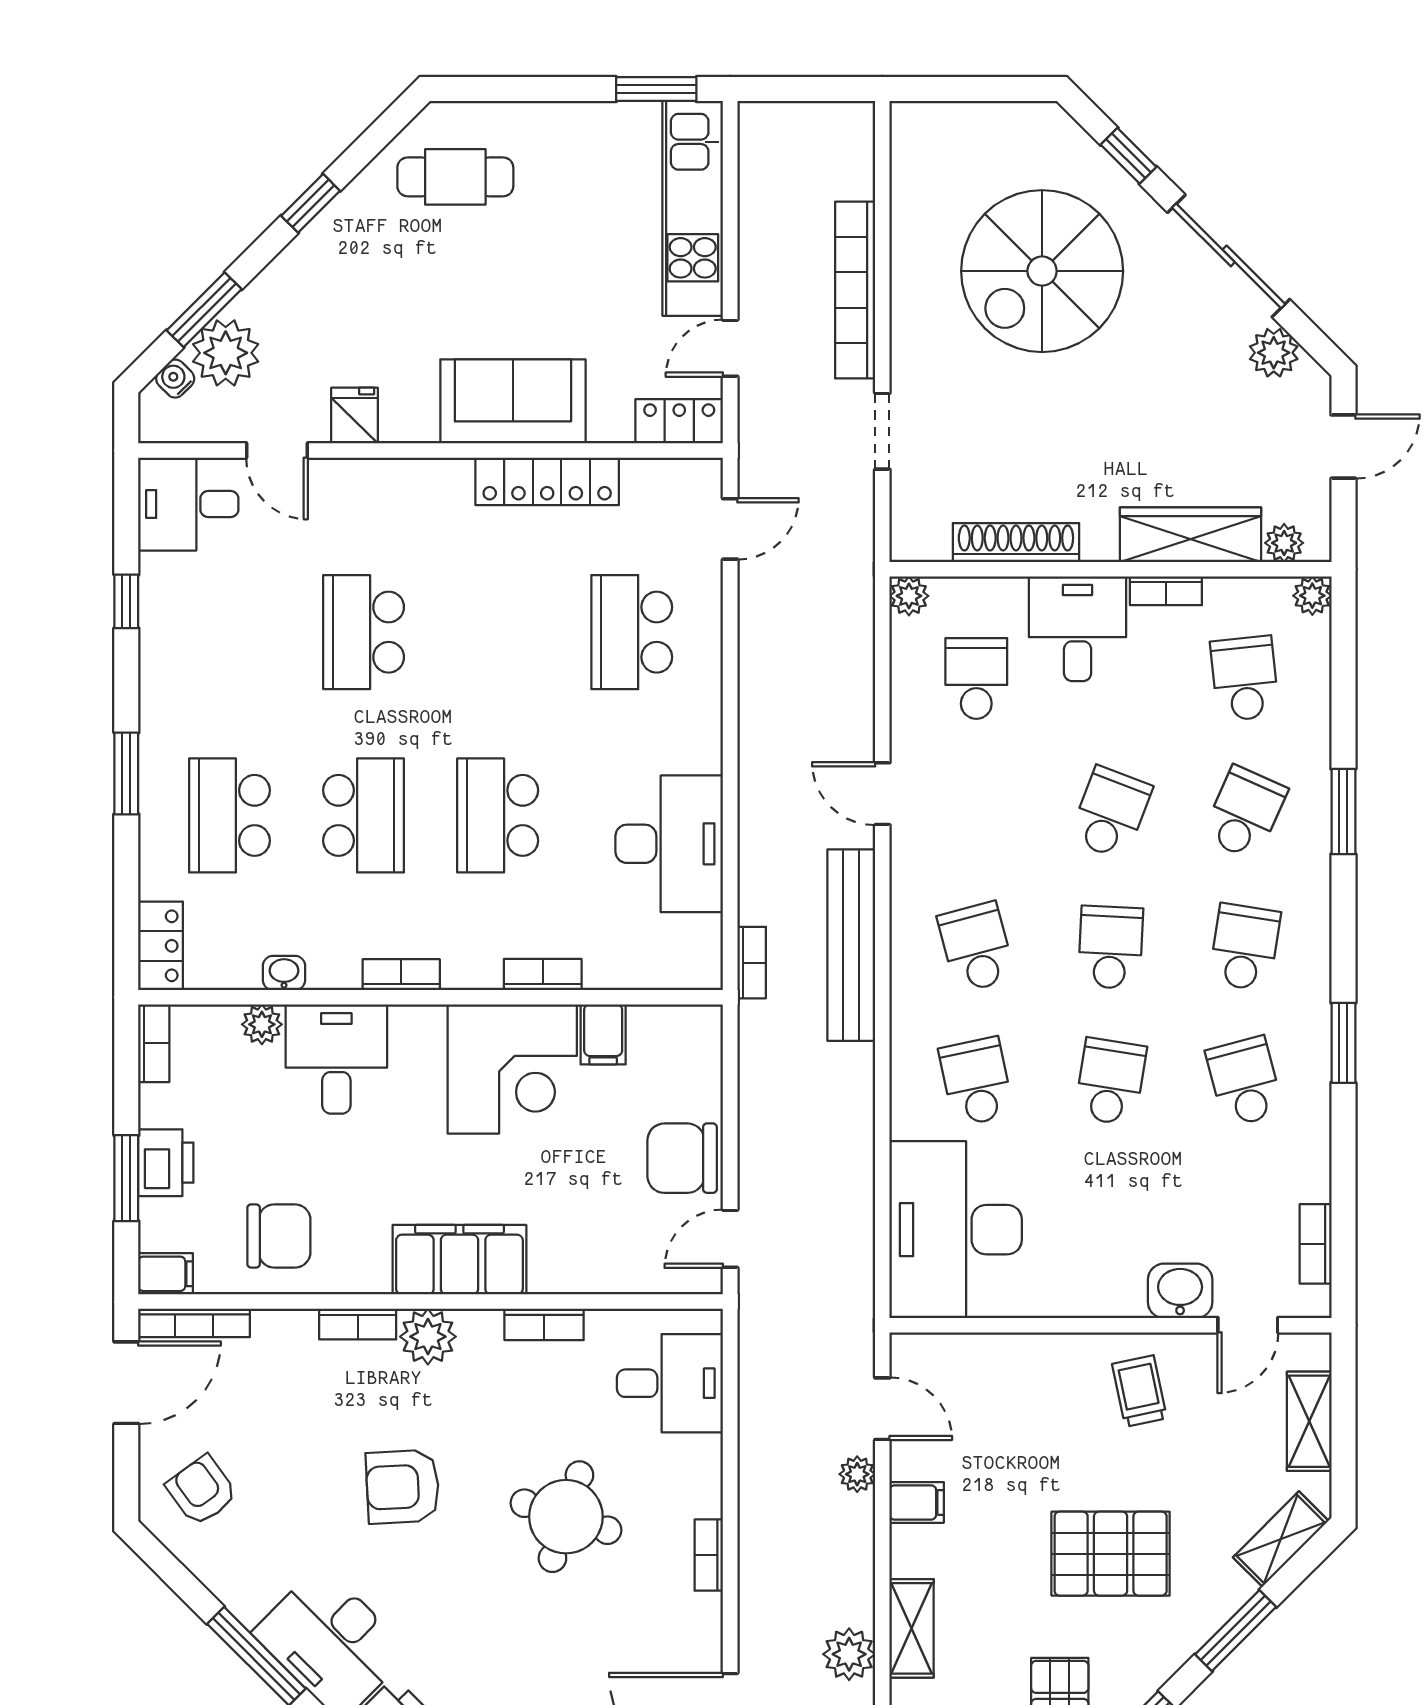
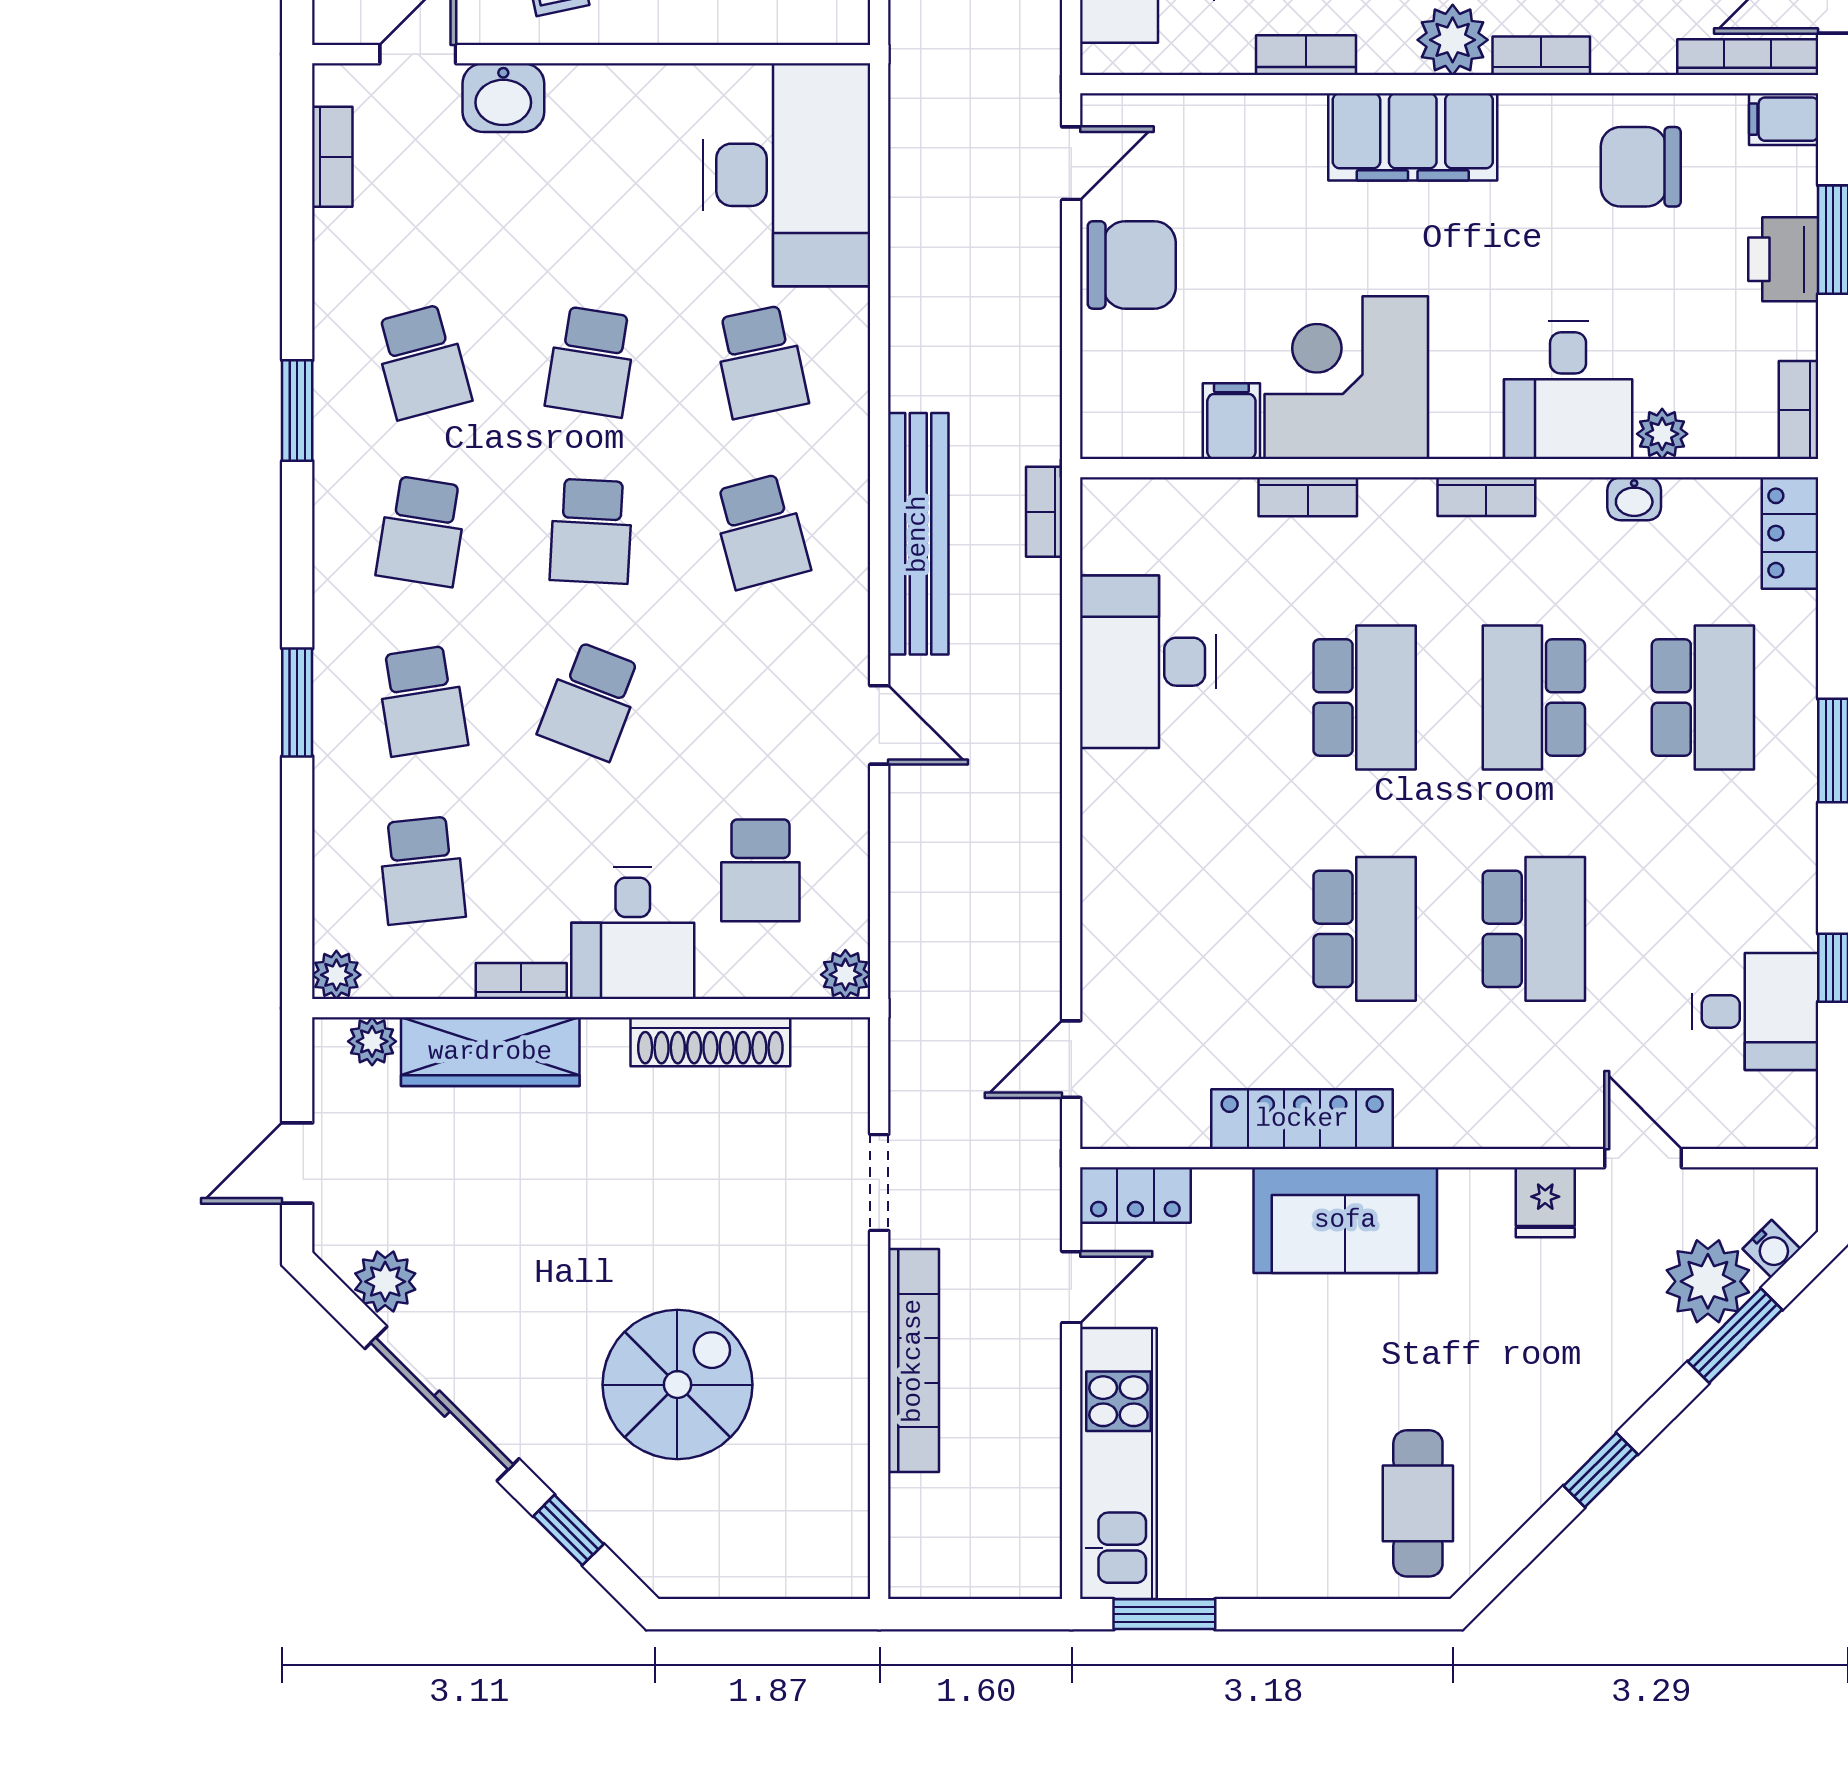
cafe table: (455, 177) -> (1418, 1503), turned 90
spiral stairs: (1042, 271) -> (677, 1385), width x0.73, depth x0.73
desk: (188, 504) -> (1755, 1011), moved
school desk: (632, 632) -> (1365, 929), moved
school desk: (1245, 813) -> (422, 701), turned -33

